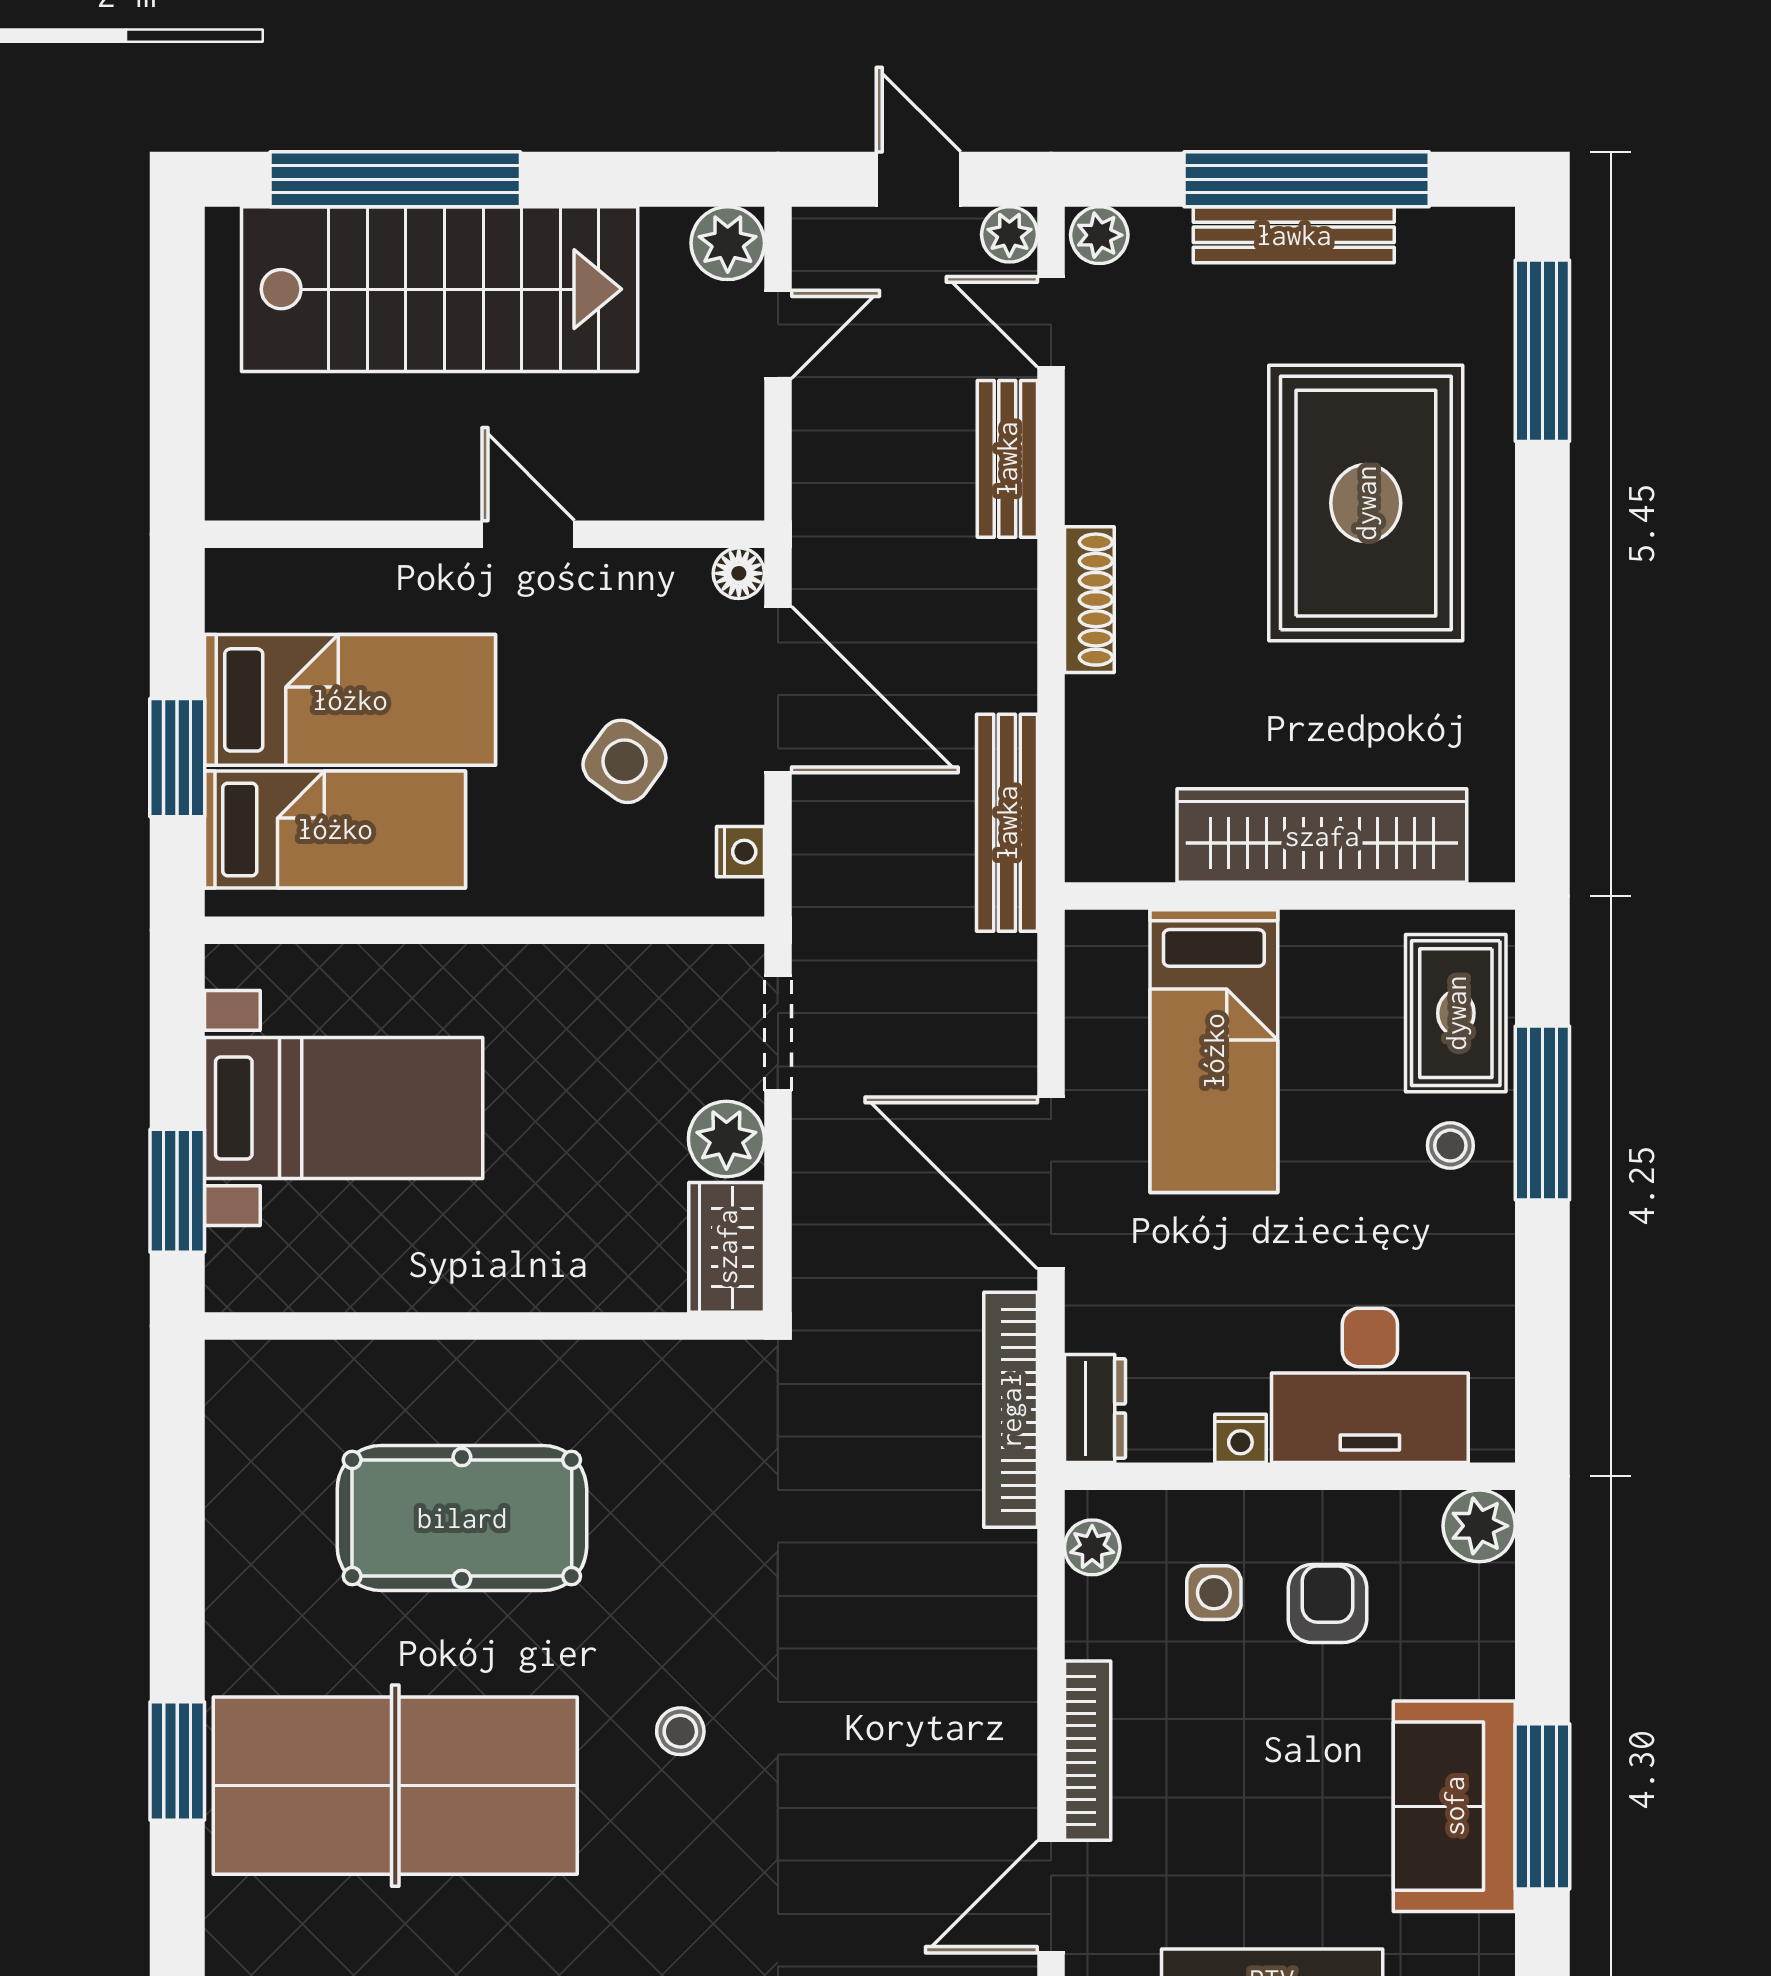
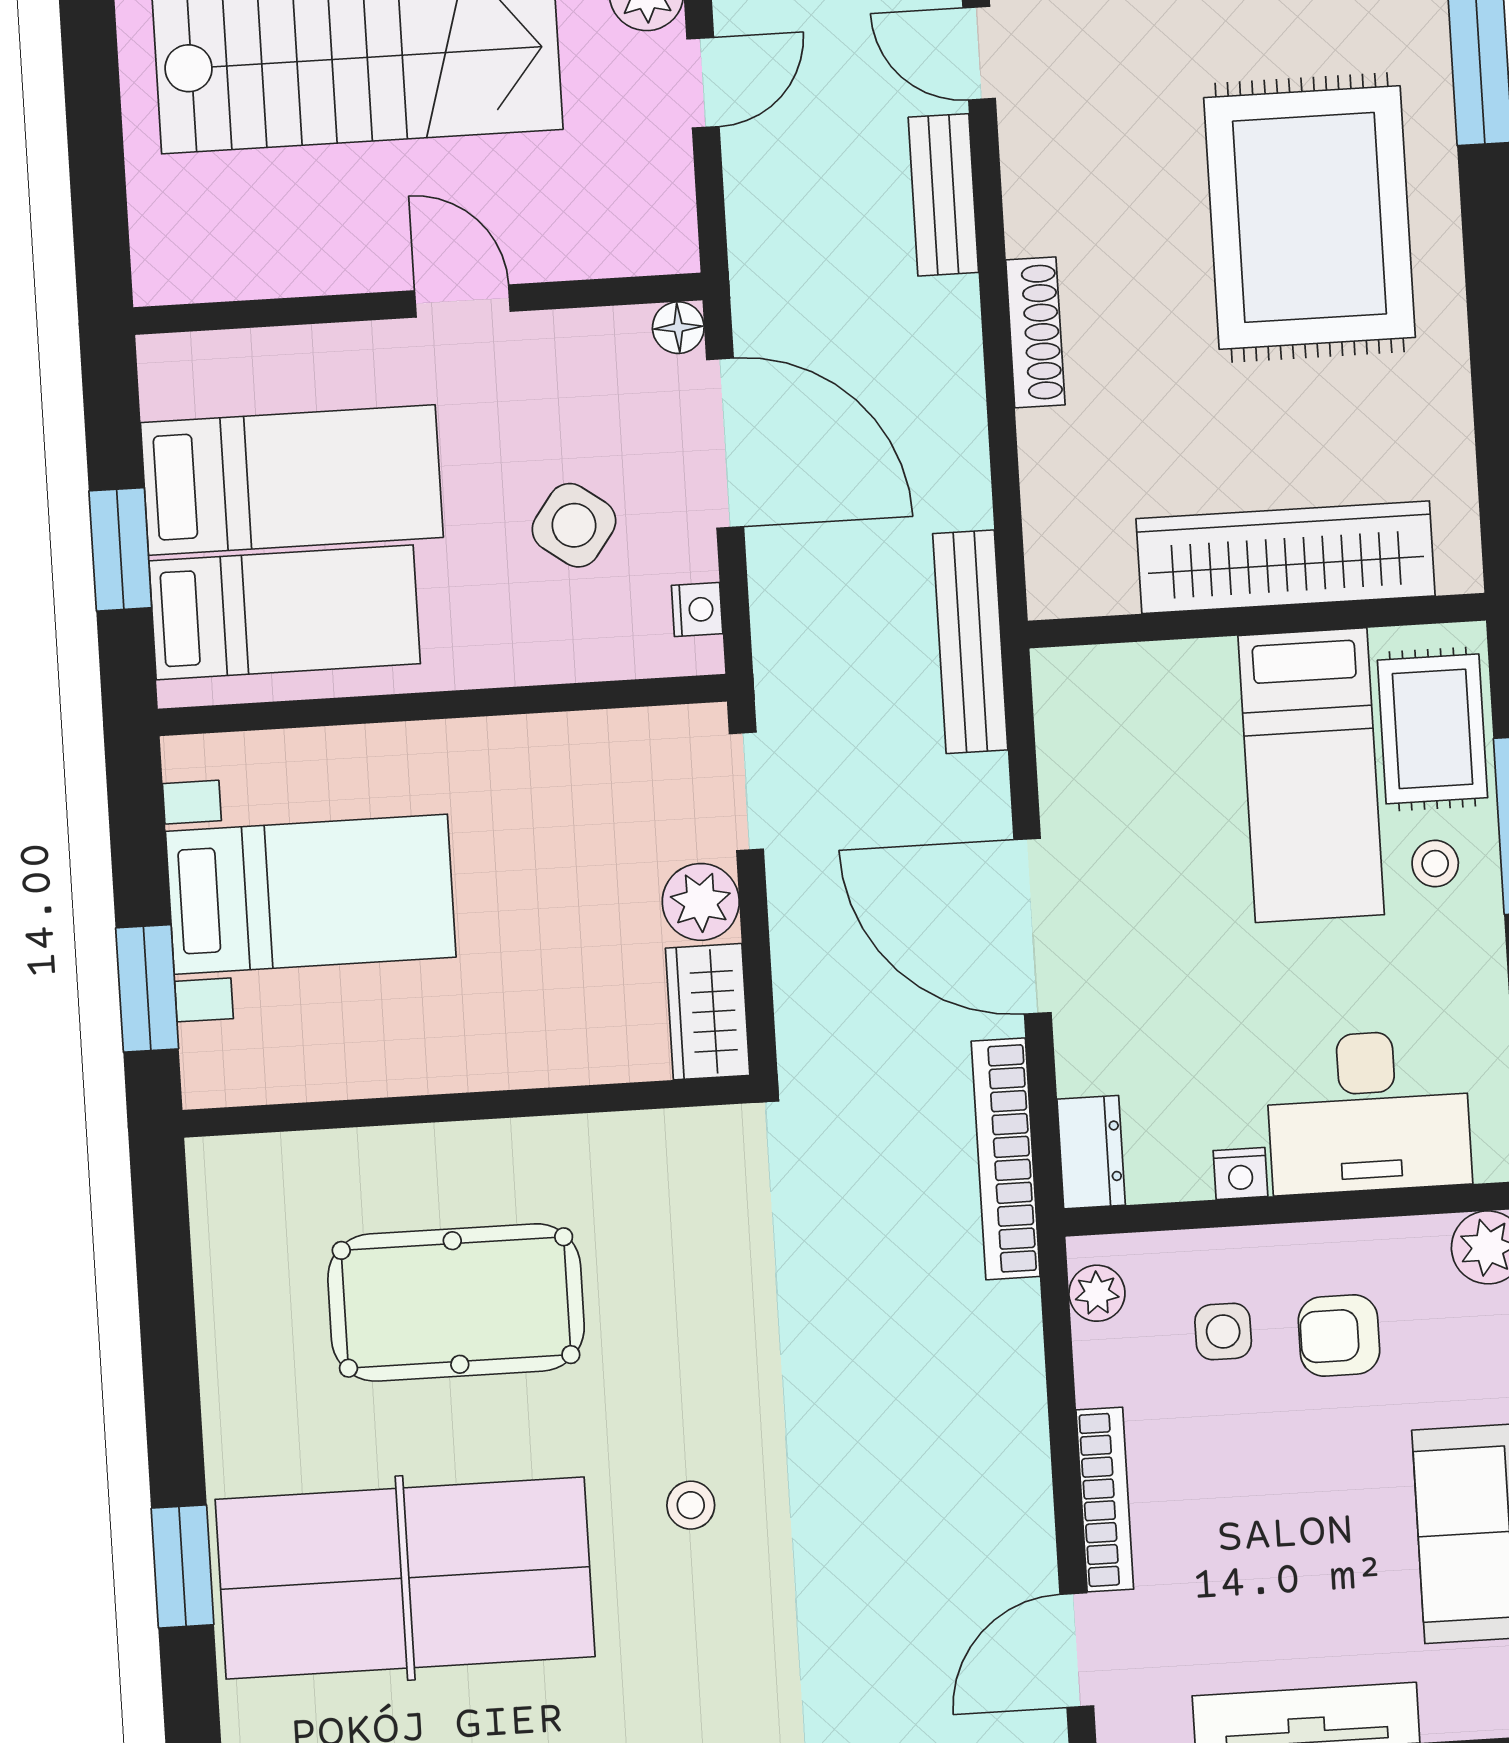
bench: (1007, 823) -> (970, 642), moved
bed: (1214, 1051) -> (1311, 775), moved
armchair: (1327, 1604) -> (1339, 1336), turned -90

